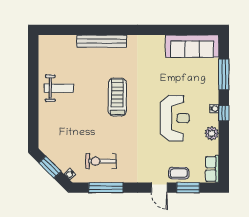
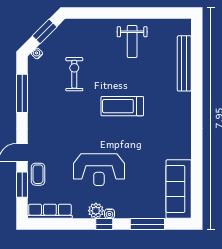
bench: (102, 41) -> (184, 63), moved
treadmill: (117, 97) -> (122, 106), turned 180
plant: (212, 133) -> (96, 211), moved
exercise bike: (101, 161) -> (74, 74), moved
row of seats: (212, 169) -> (50, 211), width x1.48

